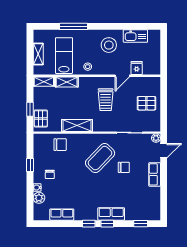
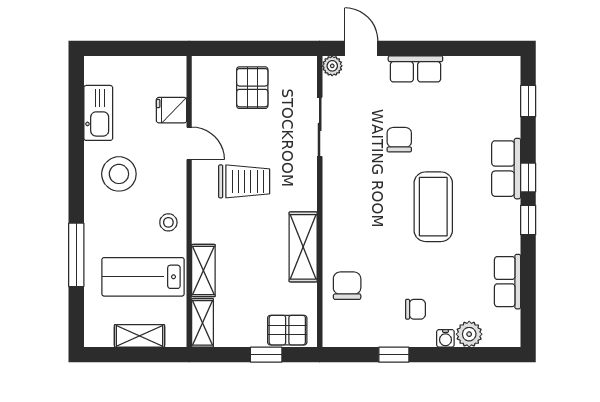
coffee table: (100, 158) -> (433, 207), moved, turned 46

